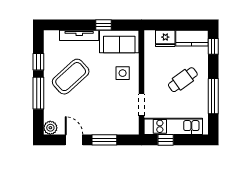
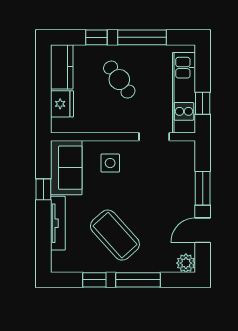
window: (213, 46) -> (96, 37), moved

